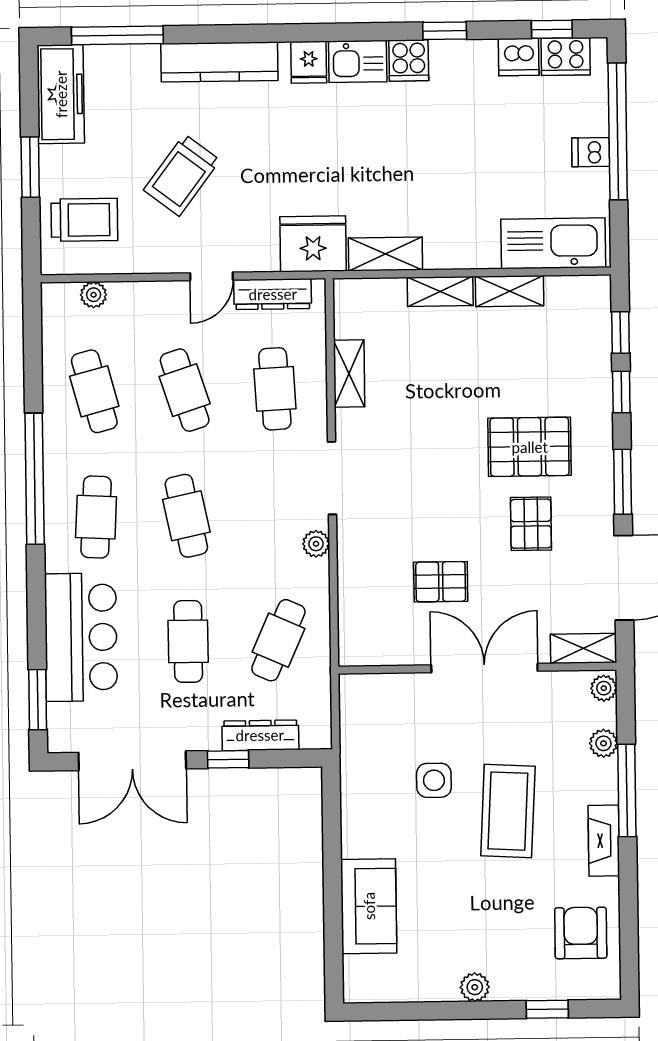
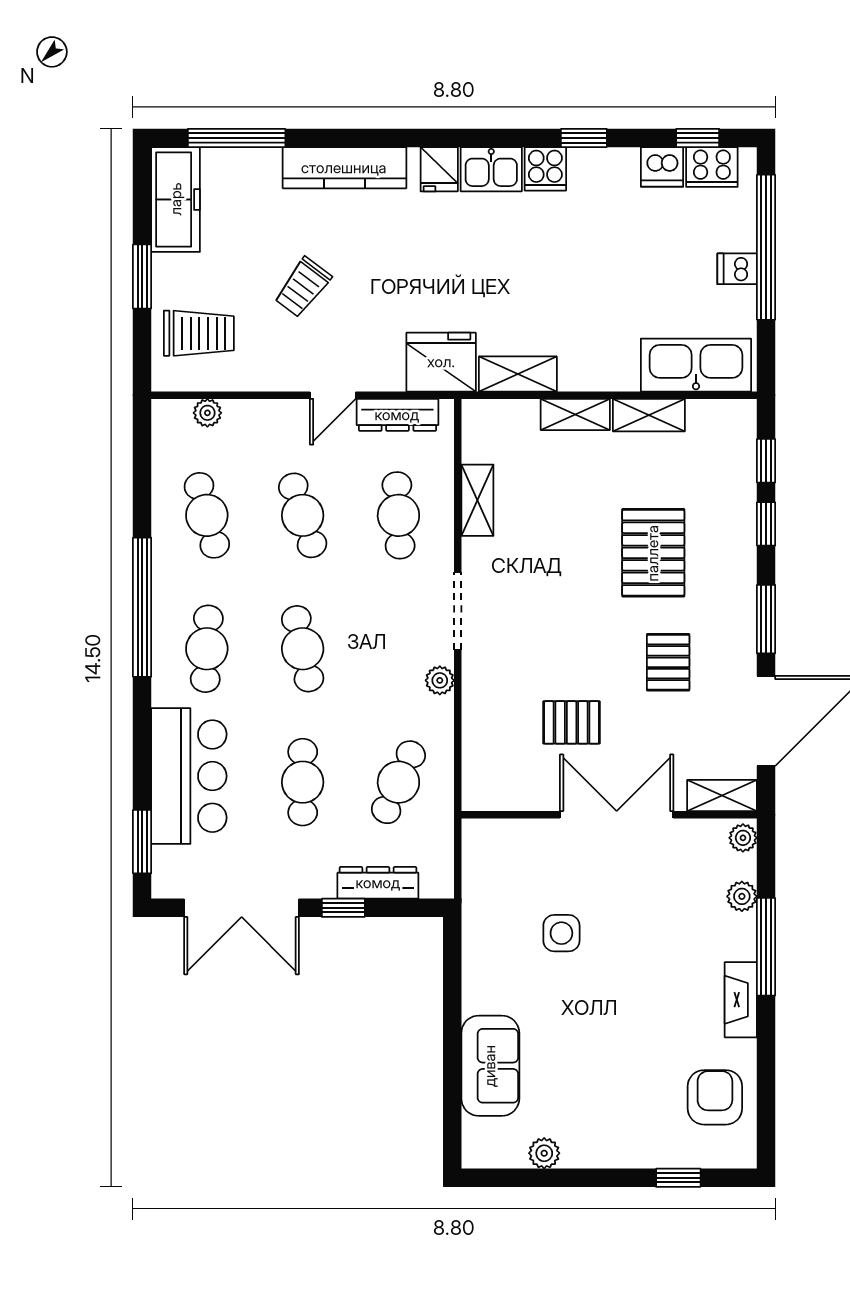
trolley: (182, 175) -> (303, 287), width x0.73, depth x0.72
pallet: (530, 447) -> (653, 553), moved, turned 90
coffee table: (508, 811) -> (639, 967), removed
plant: (475, 987) -> (544, 1153), moved

